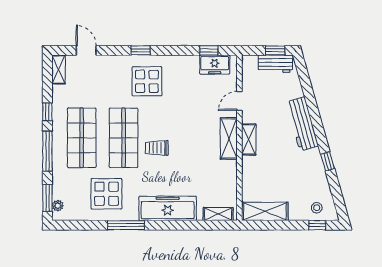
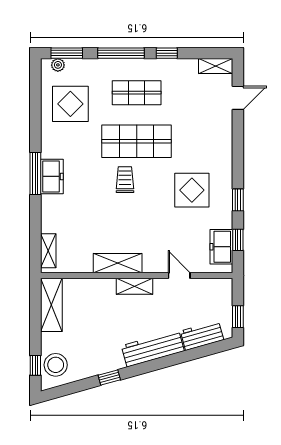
window: (141, 50) -> (238, 200), moved
workbench: (275, 64) -> (202, 335), moved, turned 74
display table: (147, 81) -> (192, 190), moved
shop shelf: (82, 138) -> (137, 93), width x0.70, depth x0.74
shelving: (229, 138) -> (118, 263), moved
display table: (106, 194) -> (70, 104), moved
freezer: (168, 208) -> (52, 176), width x0.52, depth x0.79
stool: (317, 208) -> (56, 365), width x1.89, depth x1.89
window: (126, 225) -> (35, 173), moved

